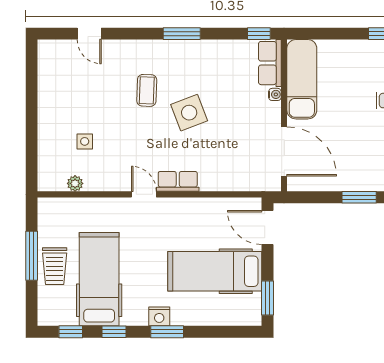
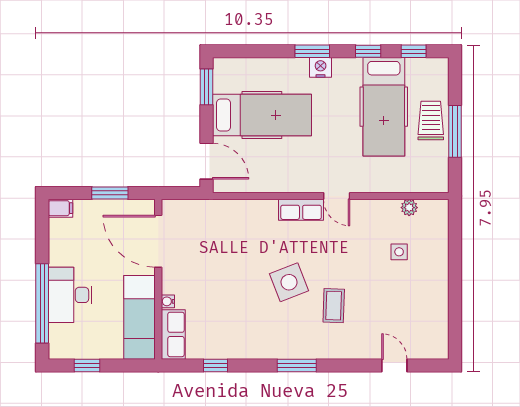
row of seats: (270, 63) -> (173, 334), moved
exam couch: (302, 79) -> (139, 317), moved
water cooler: (275, 94) -> (168, 301), moved
wall: (284, 115) -> (158, 279), moved
door: (284, 151) -> (158, 241), moved

